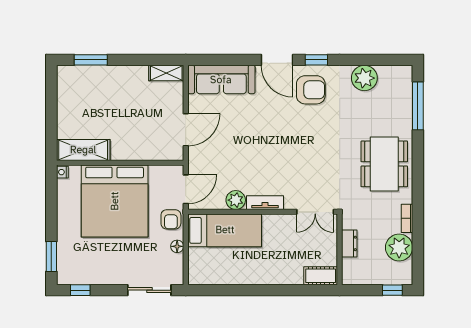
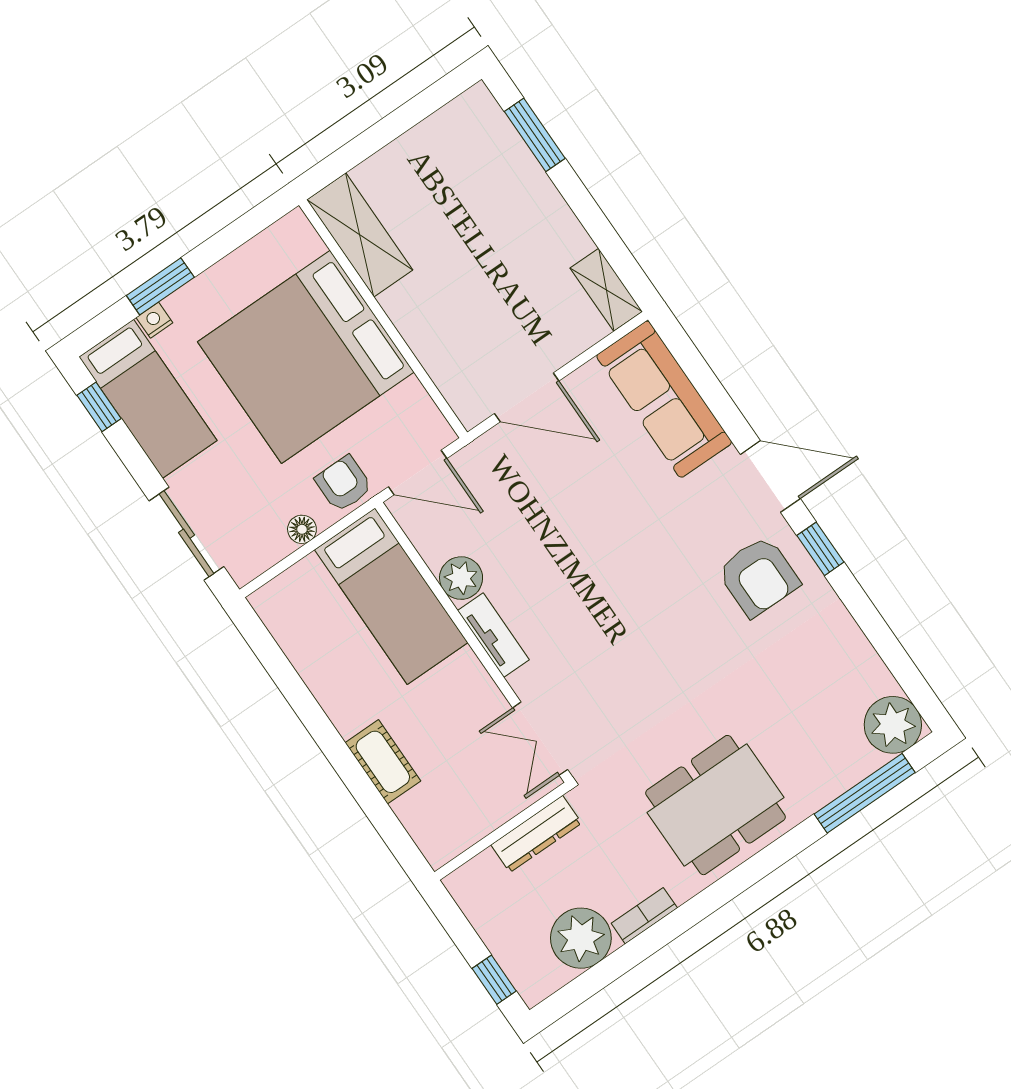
door: (277, 60) -> (770, 476), swing flipped
plant: (364, 78) -> (893, 725), moved
nightstand: (62, 172) -> (154, 320), moved
armchair: (171, 219) -> (344, 484), turned 90
dresser: (349, 243) -> (536, 834), width x1.44
window: (51, 256) -> (160, 286), moved
bed: (90, 270) -> (148, 399), added
cot: (321, 276) -> (383, 762), moved

